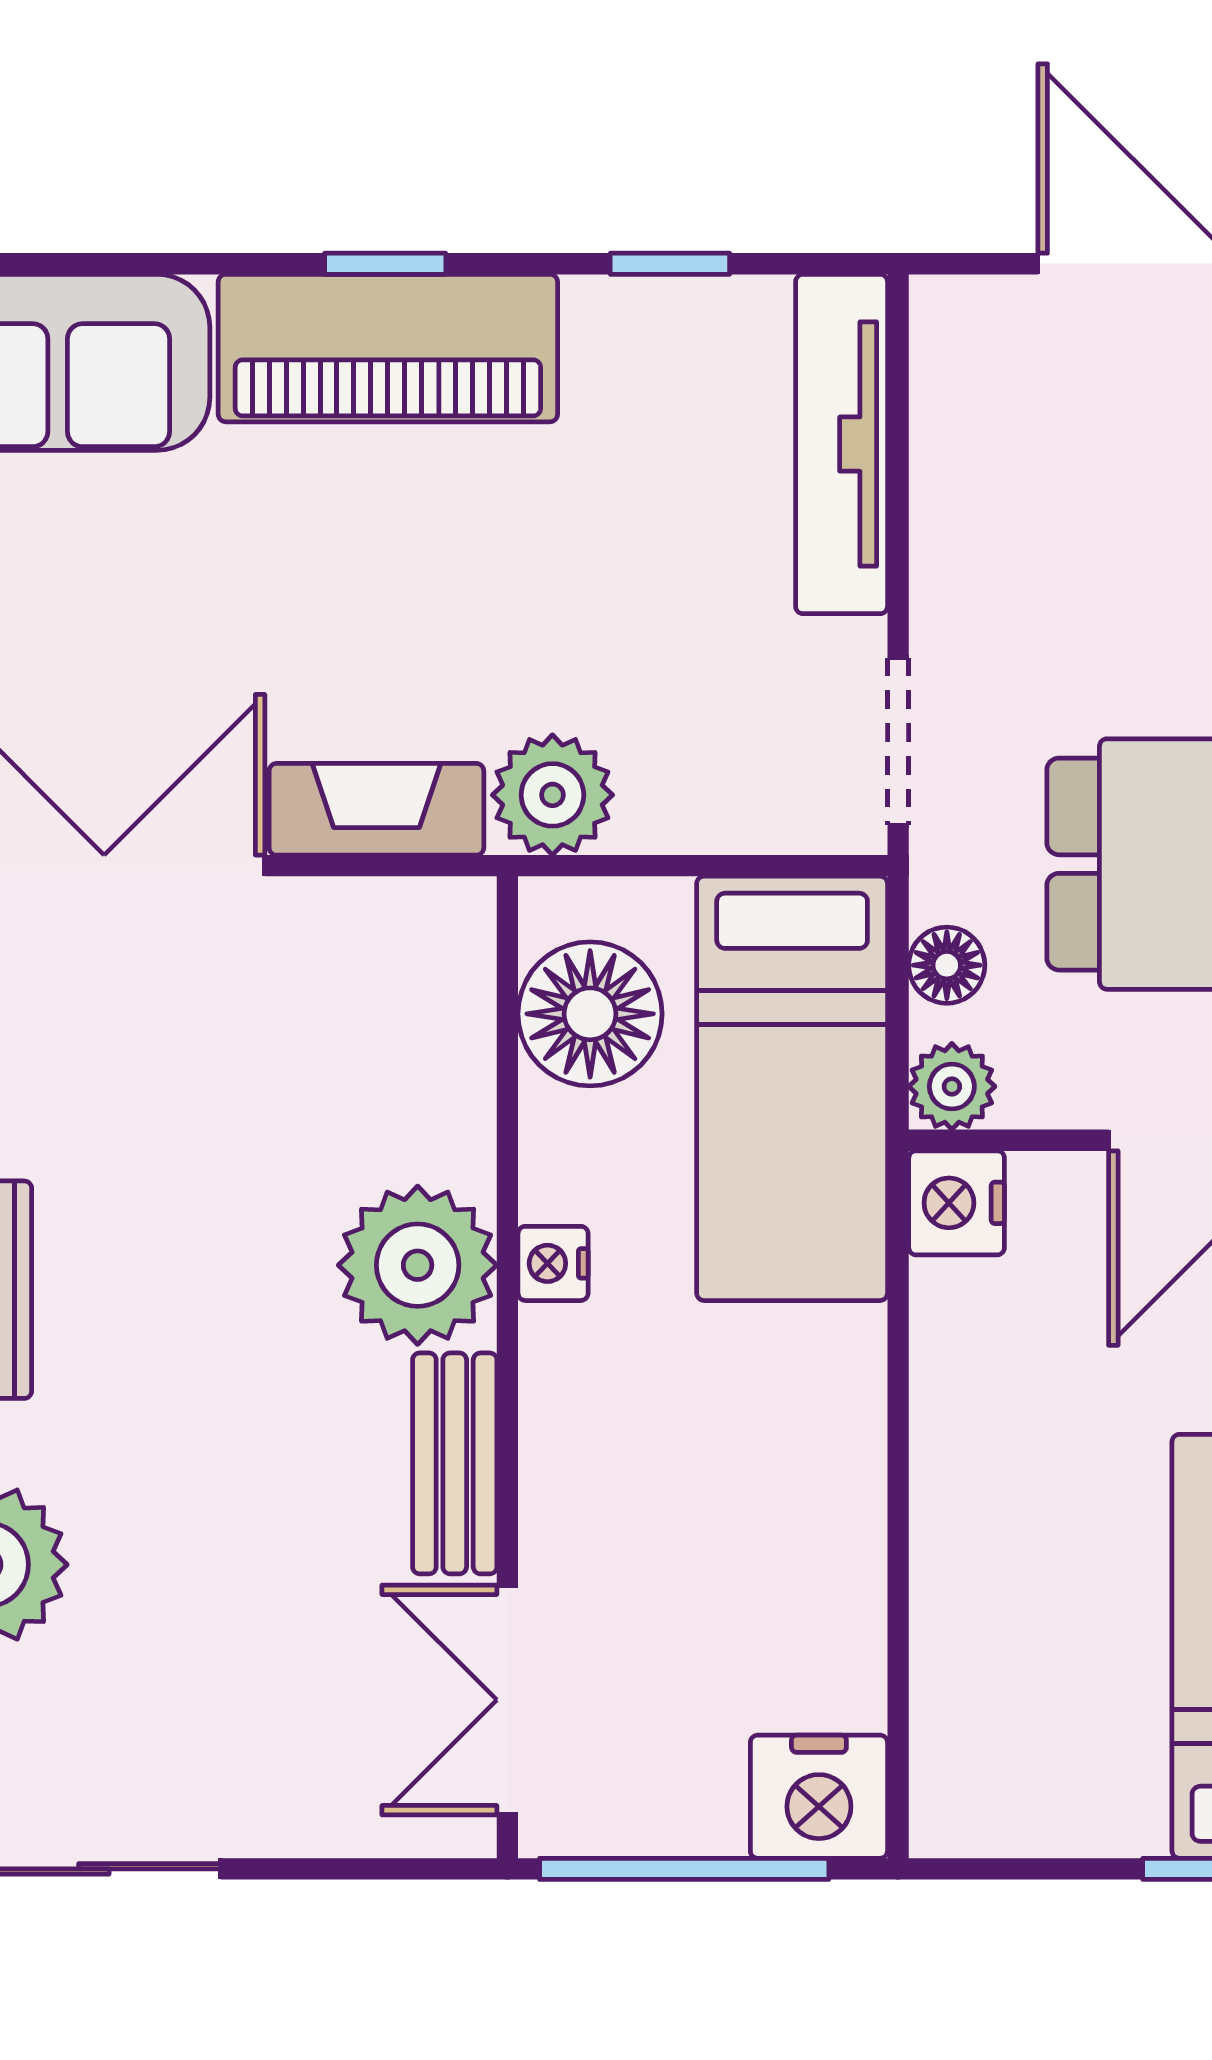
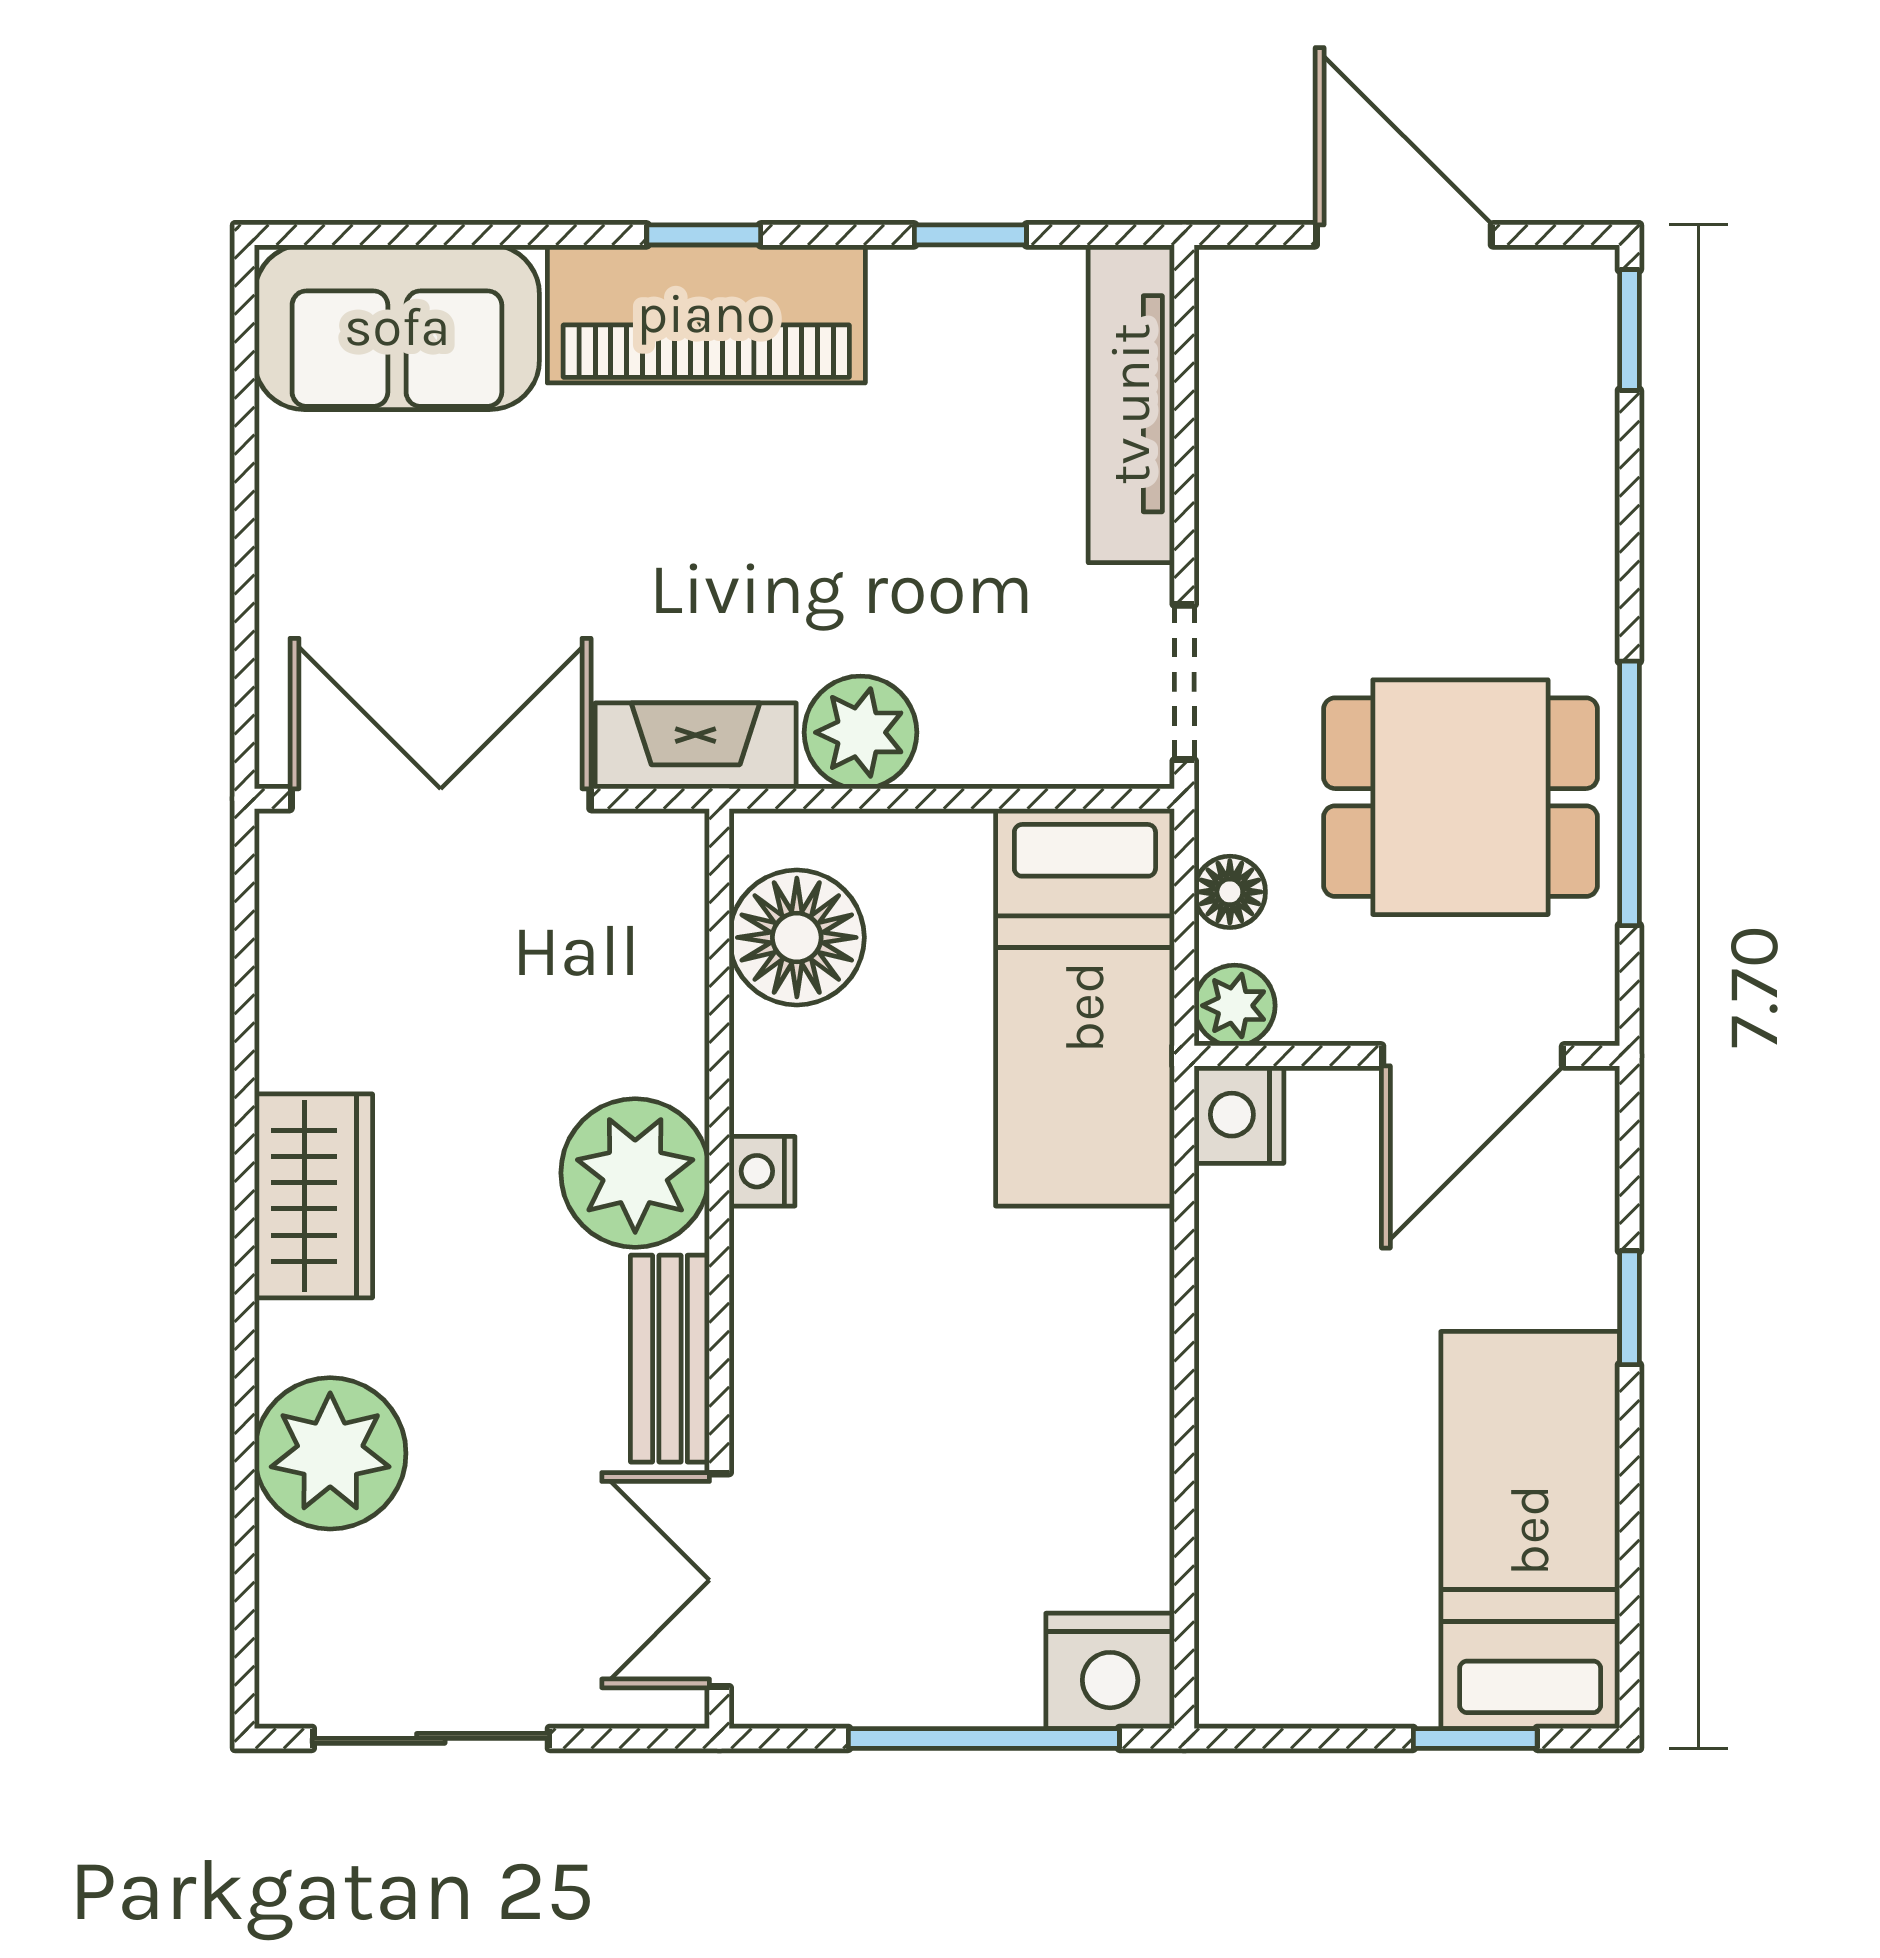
floor lamp: (590, 1014) -> (797, 937), moved
nightstand: (553, 1263) -> (762, 1171), moved
plant: (418, 1265) -> (635, 1173), moved
wall: (507, 1367) -> (719, 1269), moved
bench: (455, 1463) -> (670, 1359), moved
double door: (507, 1700) -> (719, 1580), moved

